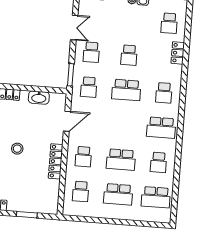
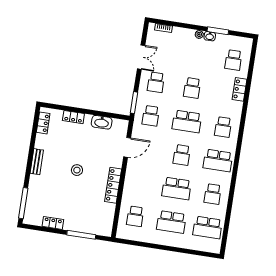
school desk: (83, 157) -> (182, 155), moved
window: (27, 215) -> (81, 235), width x1.44

